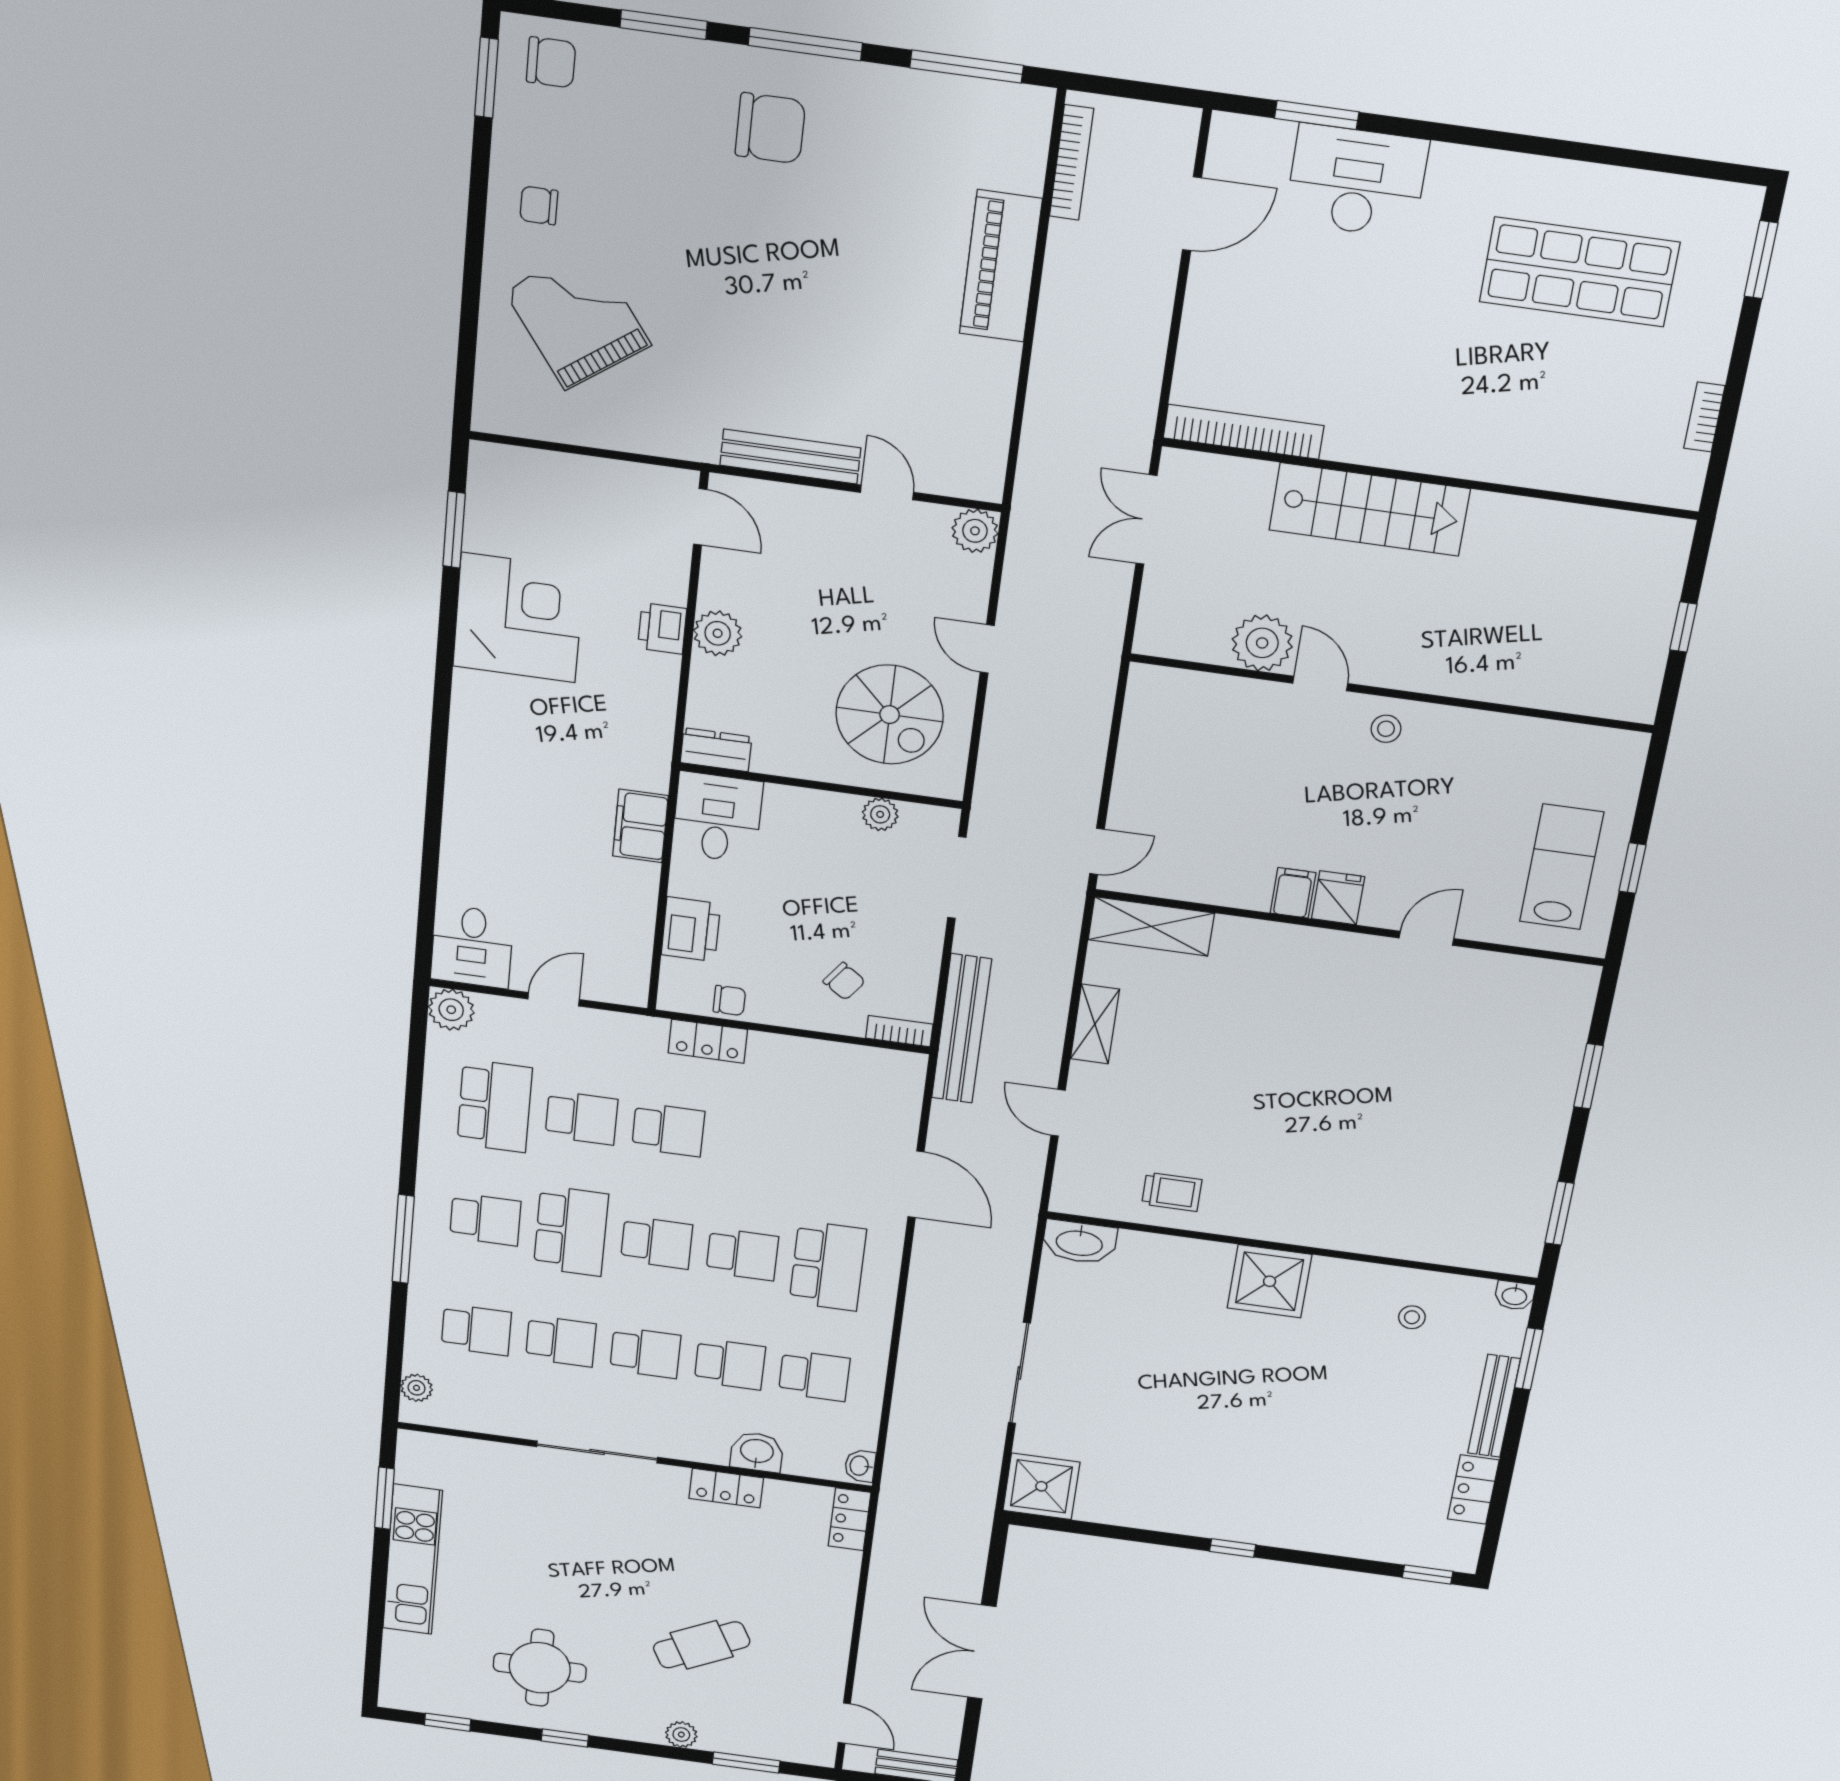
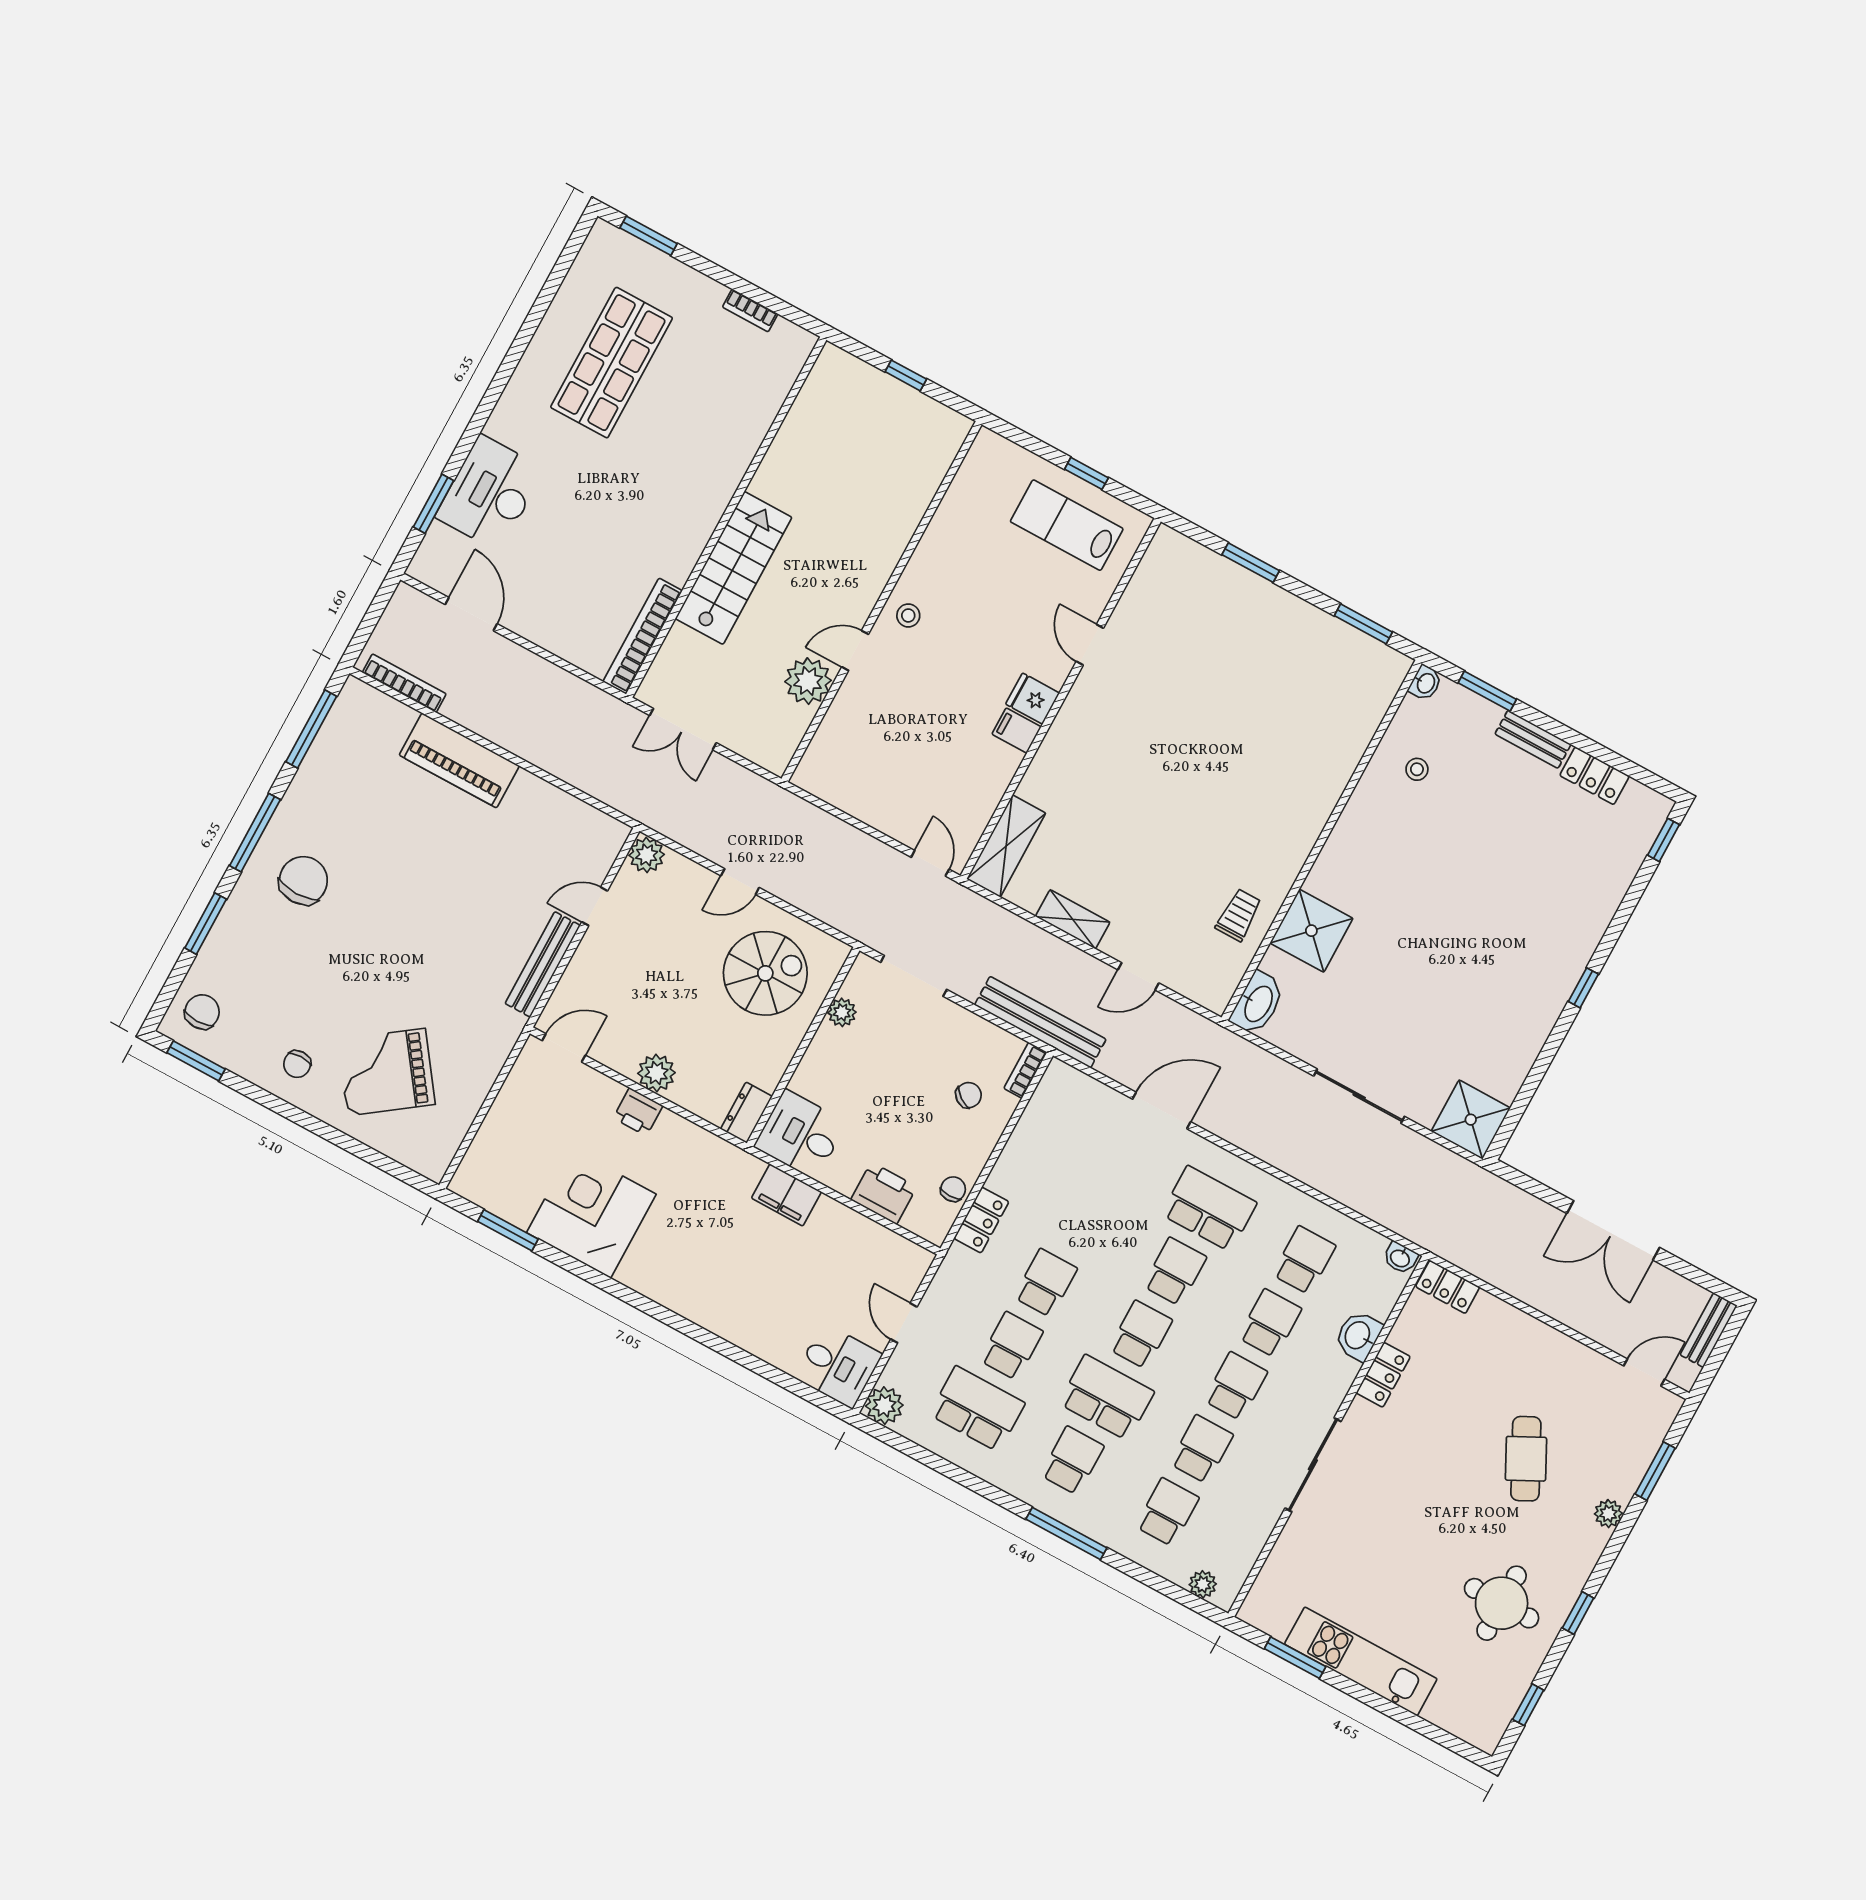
shower: (1270, 1281) -> (1311, 931), moved
bench: (1494, 1406) -> (1533, 739), width x0.73

